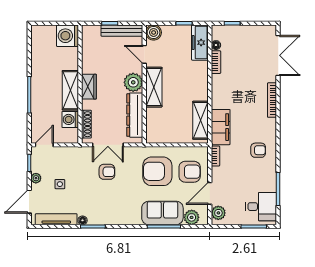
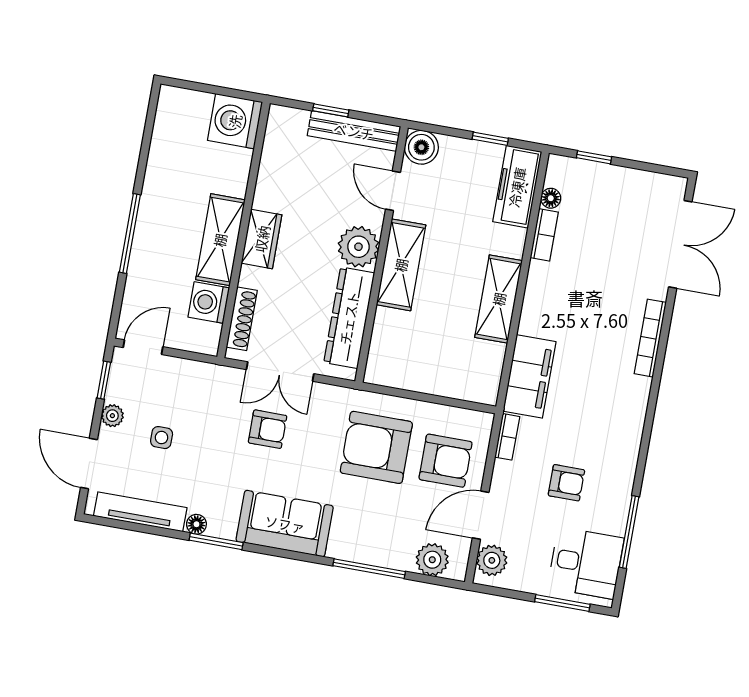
shelving: (201, 120) -> (499, 299), moved
armchair: (258, 150) -> (566, 483), moved
door: (29, 202) -> (89, 464), hinge flipped
sofa: (162, 213) -> (285, 524), moved

